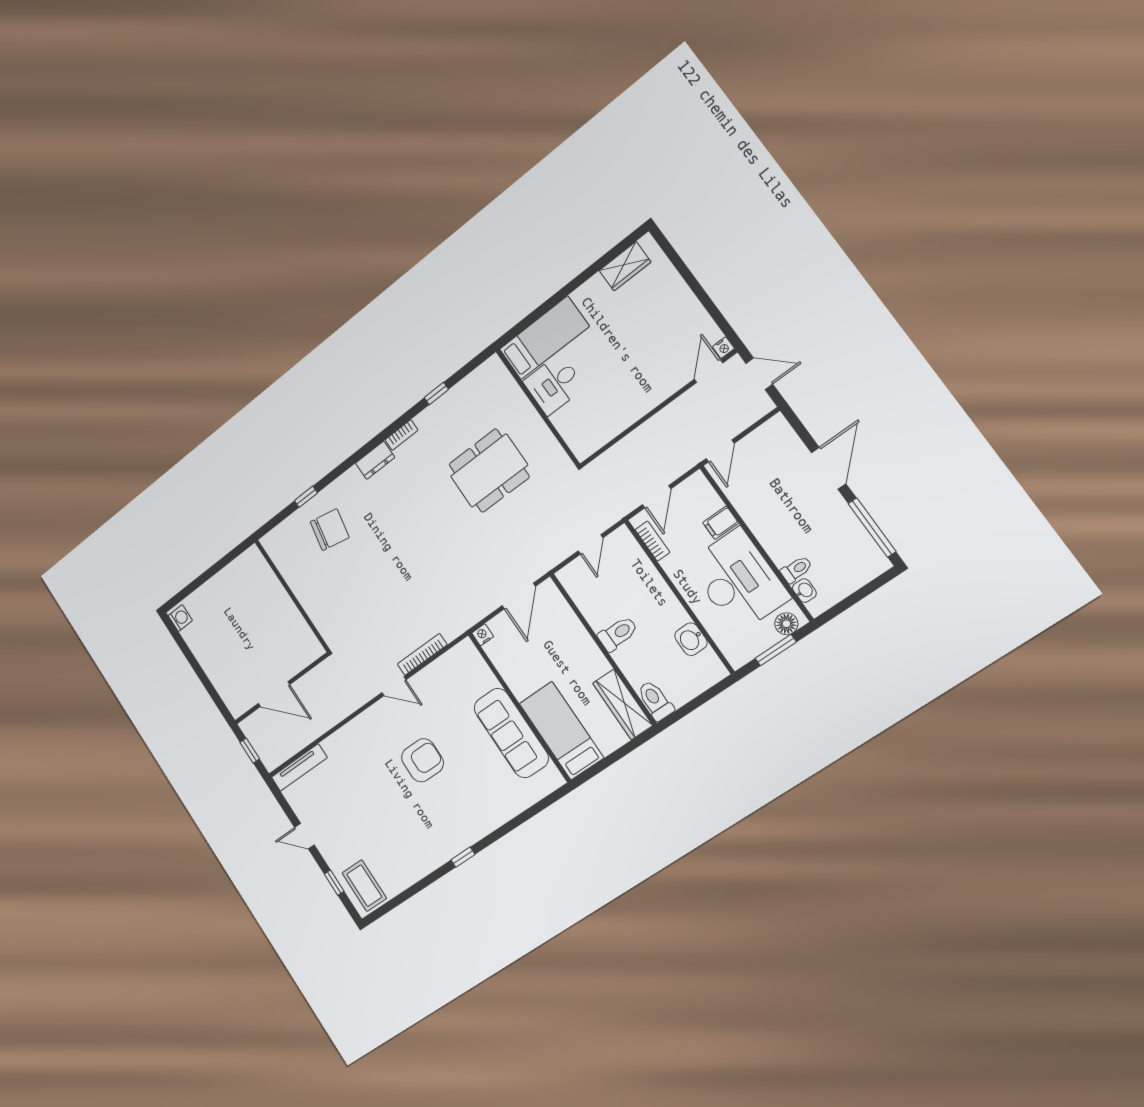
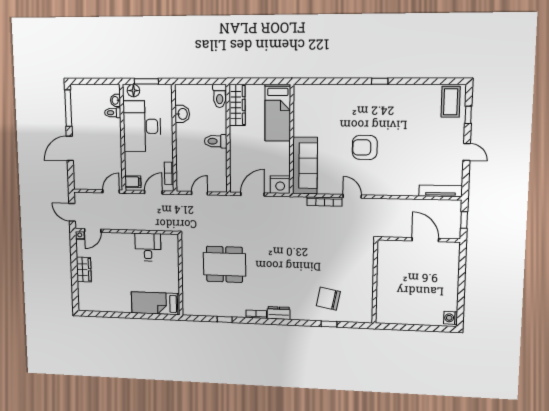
wardrobe: (625, 266) -> (84, 270), moved, turned 90
desk: (554, 384) -> (148, 247), moved, turned -90
filing cabinet: (721, 523) -> (133, 182), moved
nightstand: (483, 635) -> (280, 185), width x1.89, depth x1.79
sofa: (511, 733) -> (305, 166), moved

